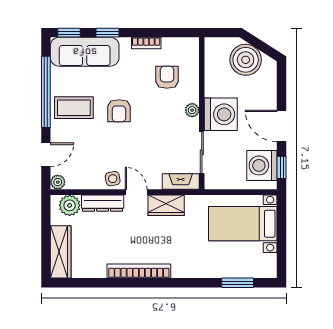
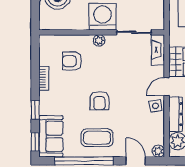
sofa: (85, 52) -> (51, 136), width x0.73
coffee table: (74, 108) -> (97, 138), turned 90
armchair: (119, 111) -> (99, 101), turned 90

